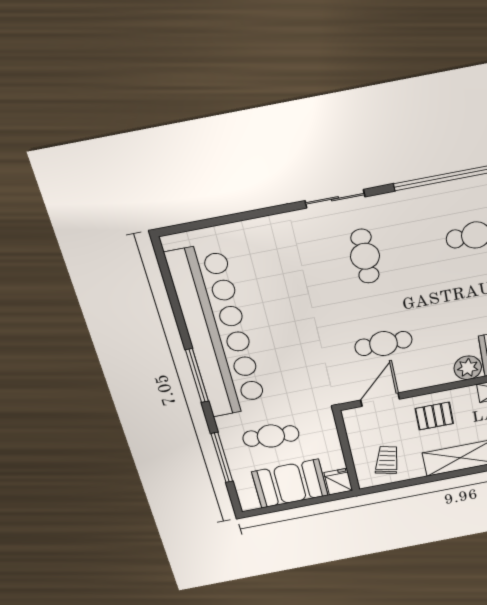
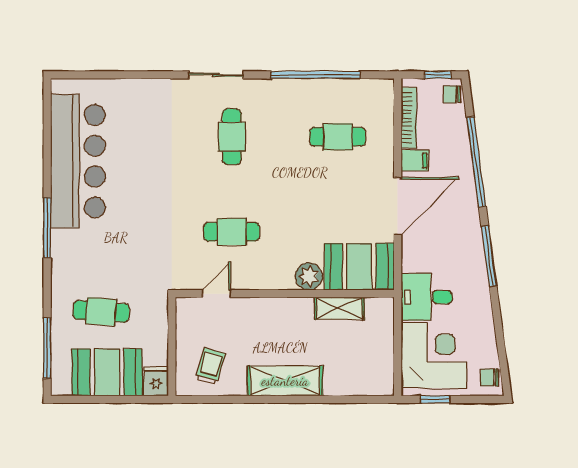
bar counter: (217, 332) -> (78, 161), width x0.73
door: (380, 400) -> (217, 294), width x0.73
pallet: (434, 416) -> (267, 325), removed
window: (222, 458) -> (47, 348), moved

